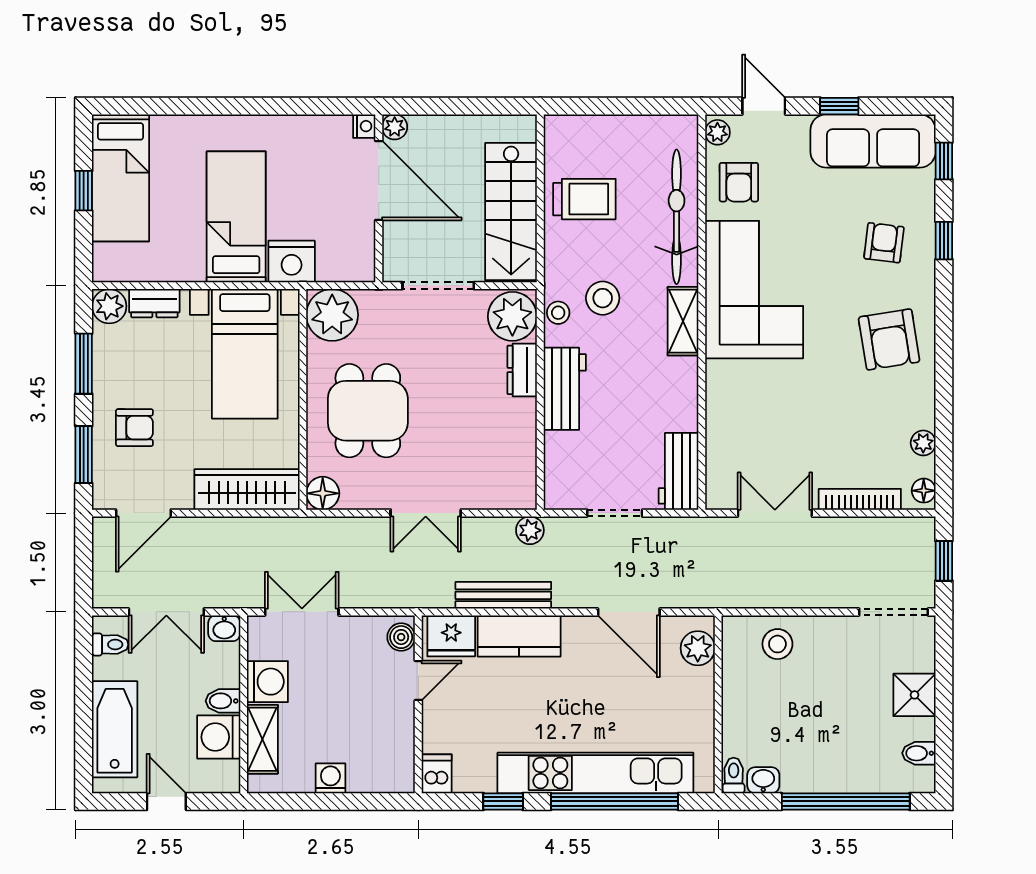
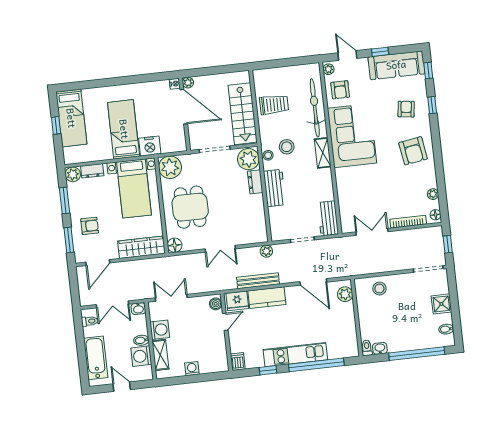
kitchen unit: (595, 773) -> (295, 355), width x0.73

